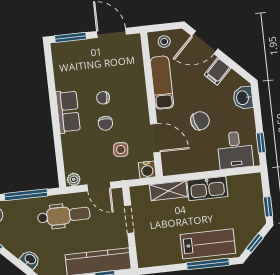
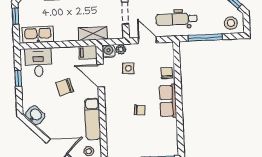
filing cabinet: (218, 71) -> (88, 52), moved, turned -135
washbasin: (243, 98) -> (35, 115), moved, turned -45
chair: (105, 123) -> (167, 73), moved
window: (261, 143) -> (18, 78), moved
plant: (74, 179) -> (121, 49), moved
kitchen sink: (207, 188) -> (38, 35), moved

